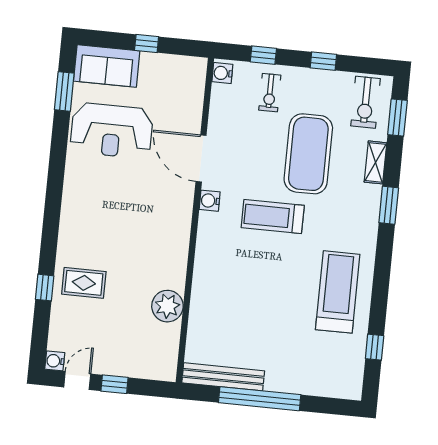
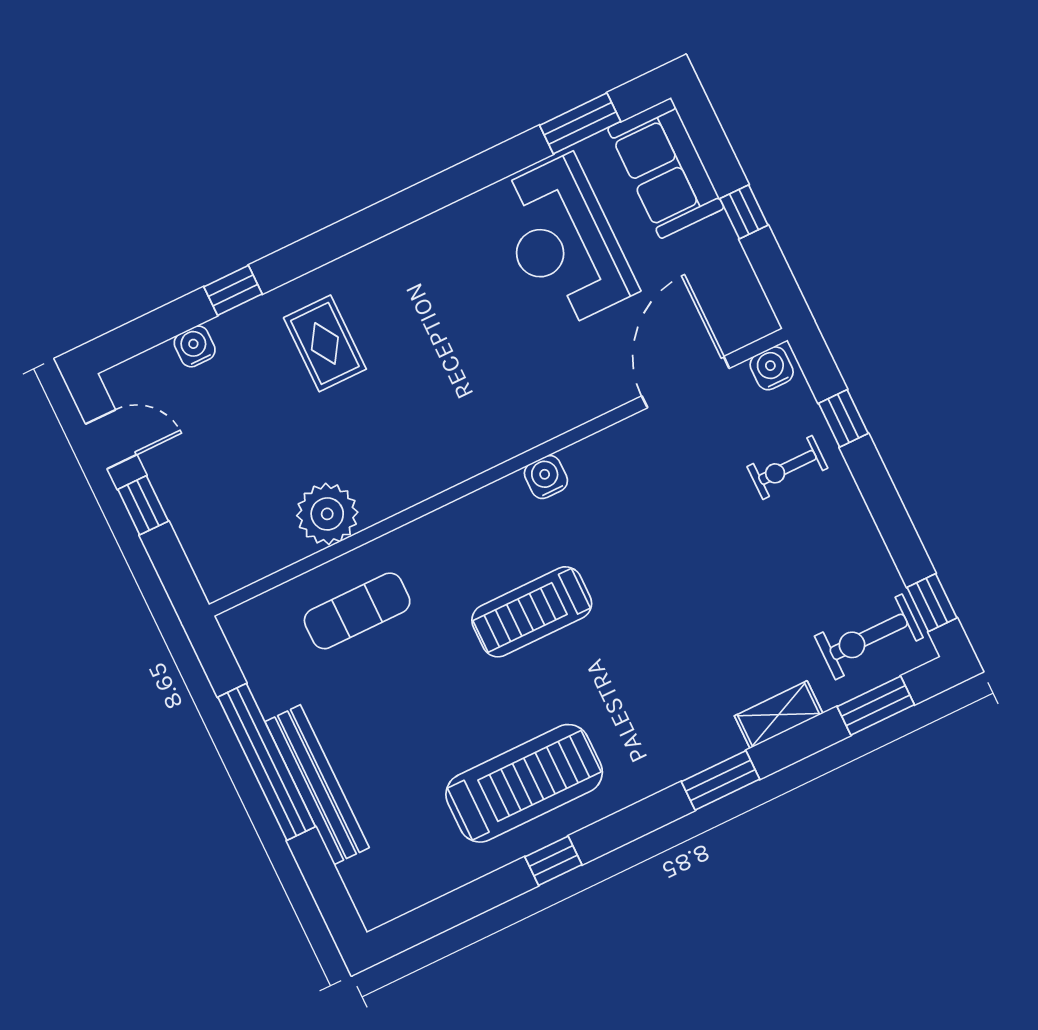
window: (323, 61) -> (932, 603), moved
exercise mat: (308, 154) -> (357, 611), moved, width x0.50, depth x0.69
door: (201, 158) -> (686, 382), moved
treadmill: (273, 217) -> (532, 612), moved, turned -90
rug: (84, 283) -> (325, 343), moved
window: (375, 347) -> (553, 861), moved
water cooler: (55, 361) -> (195, 346), moved
bench: (223, 377) -> (317, 785), moved

